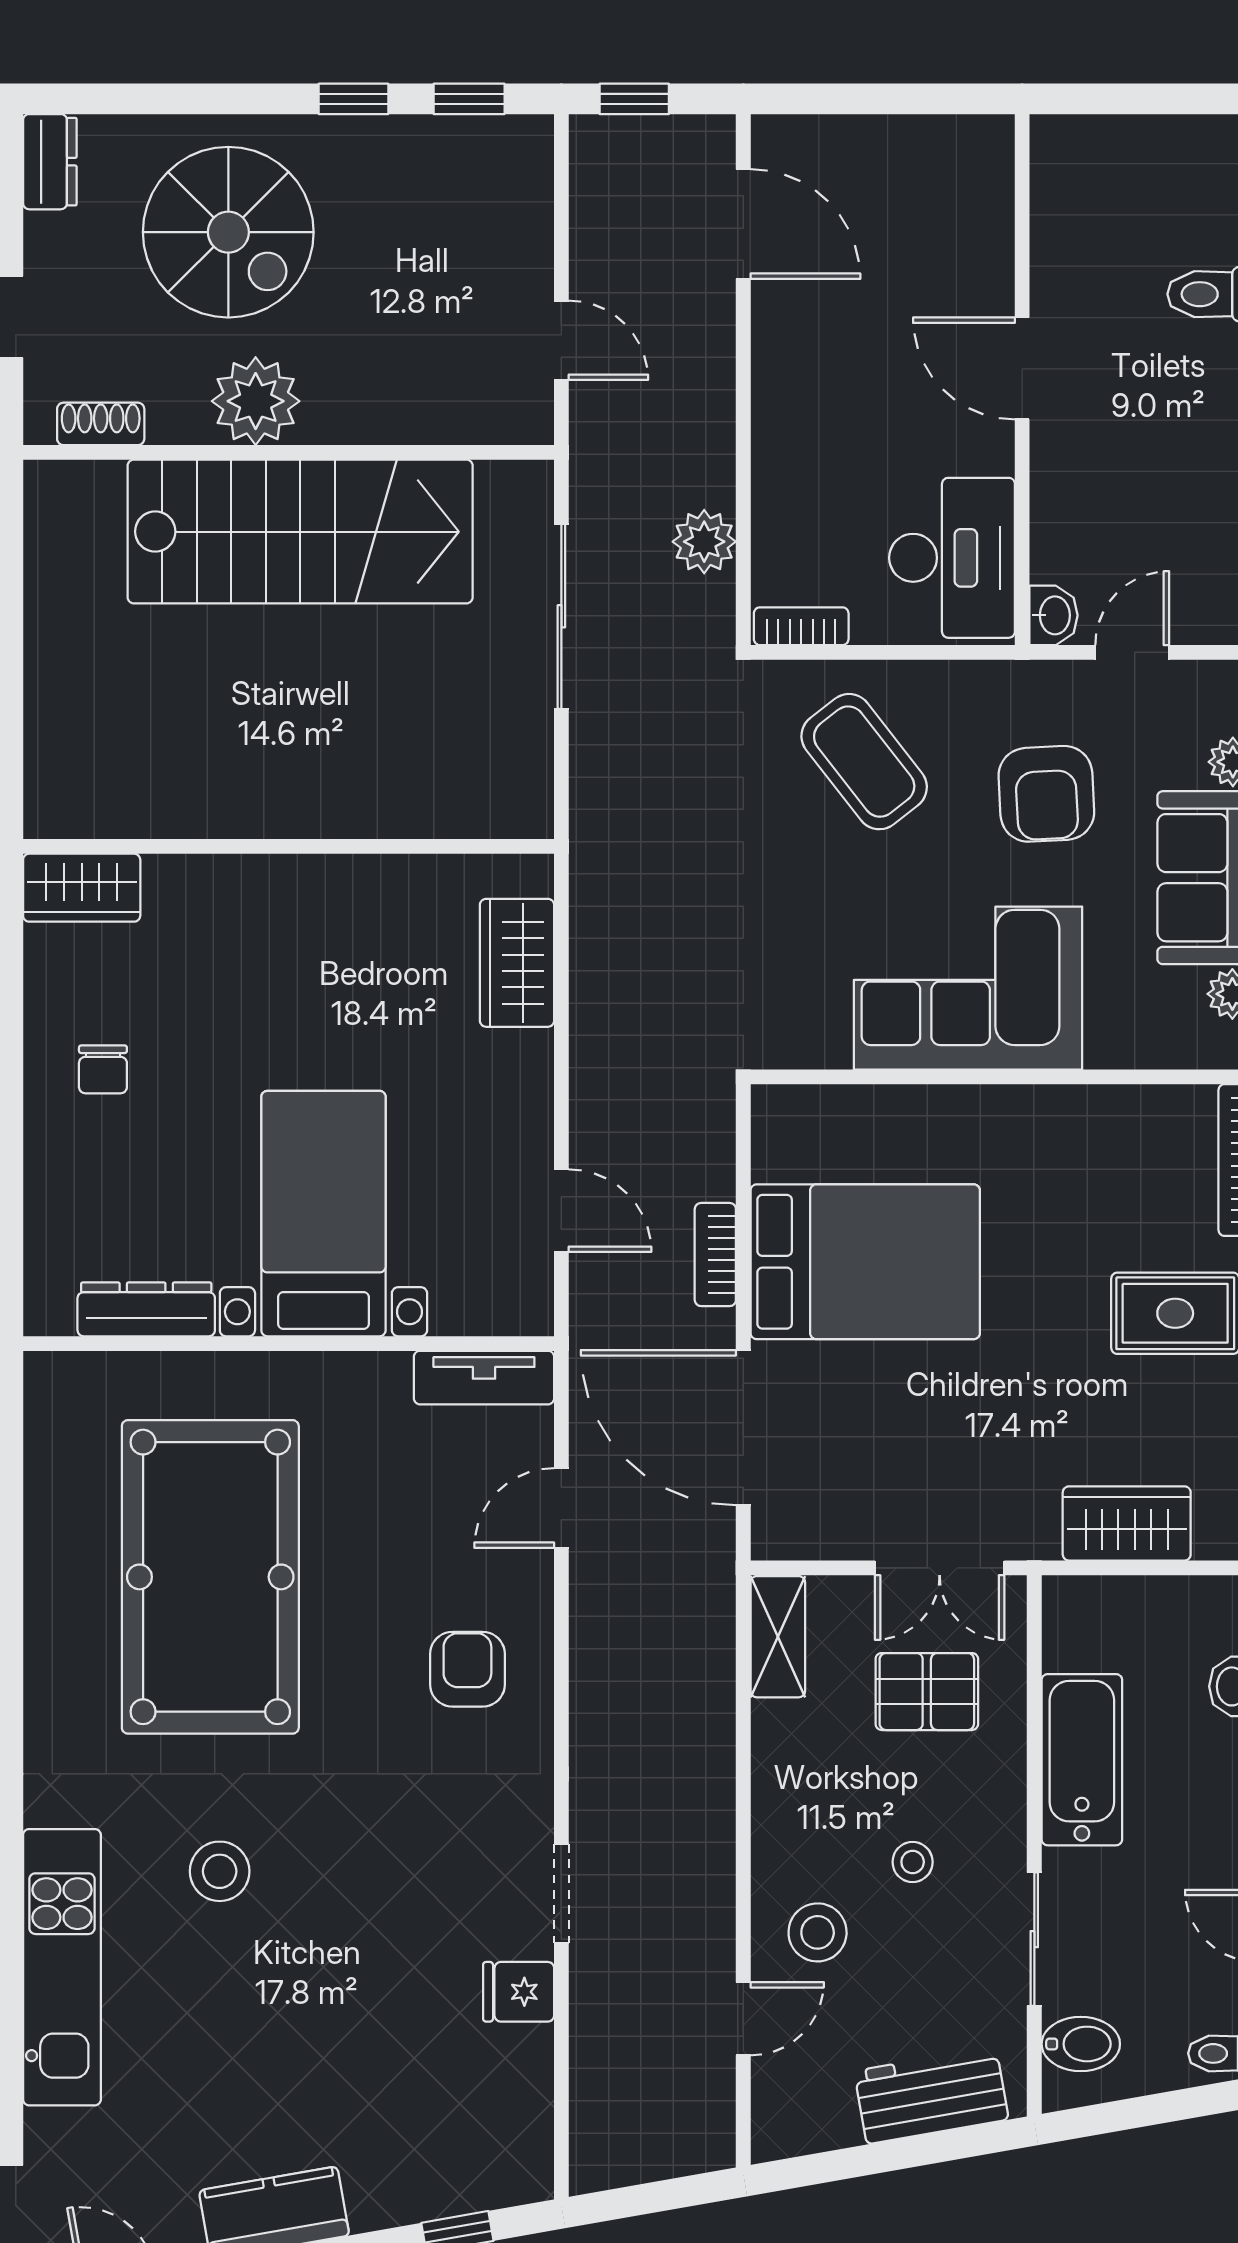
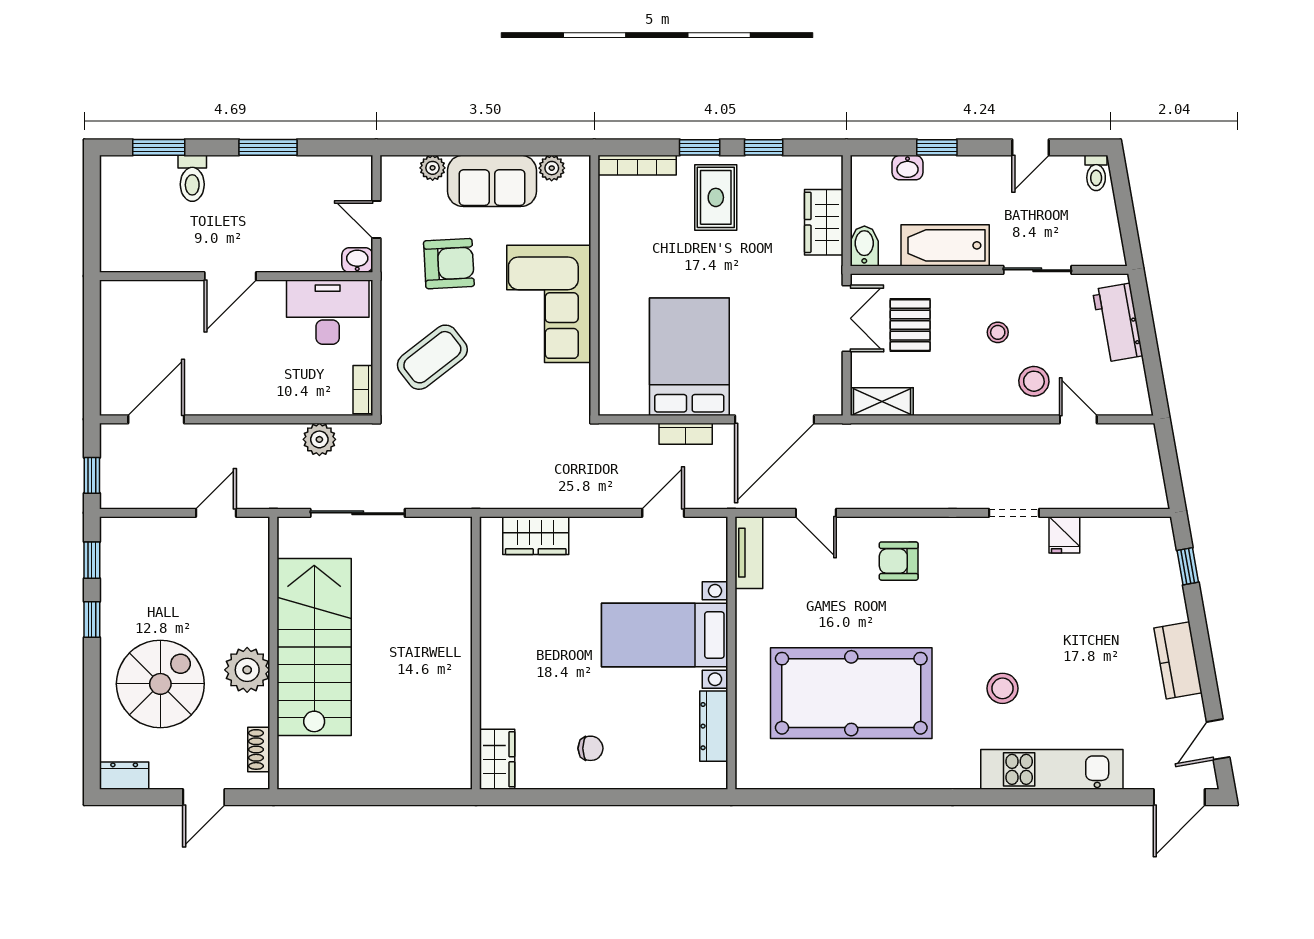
bidet: (1081, 2044) -> (864, 246), moved

